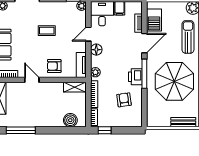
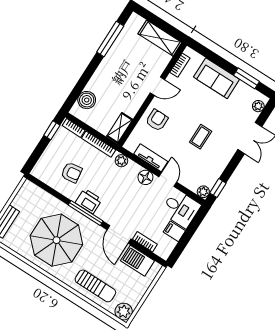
tv unit: (81, 65) -> (151, 158), moved

